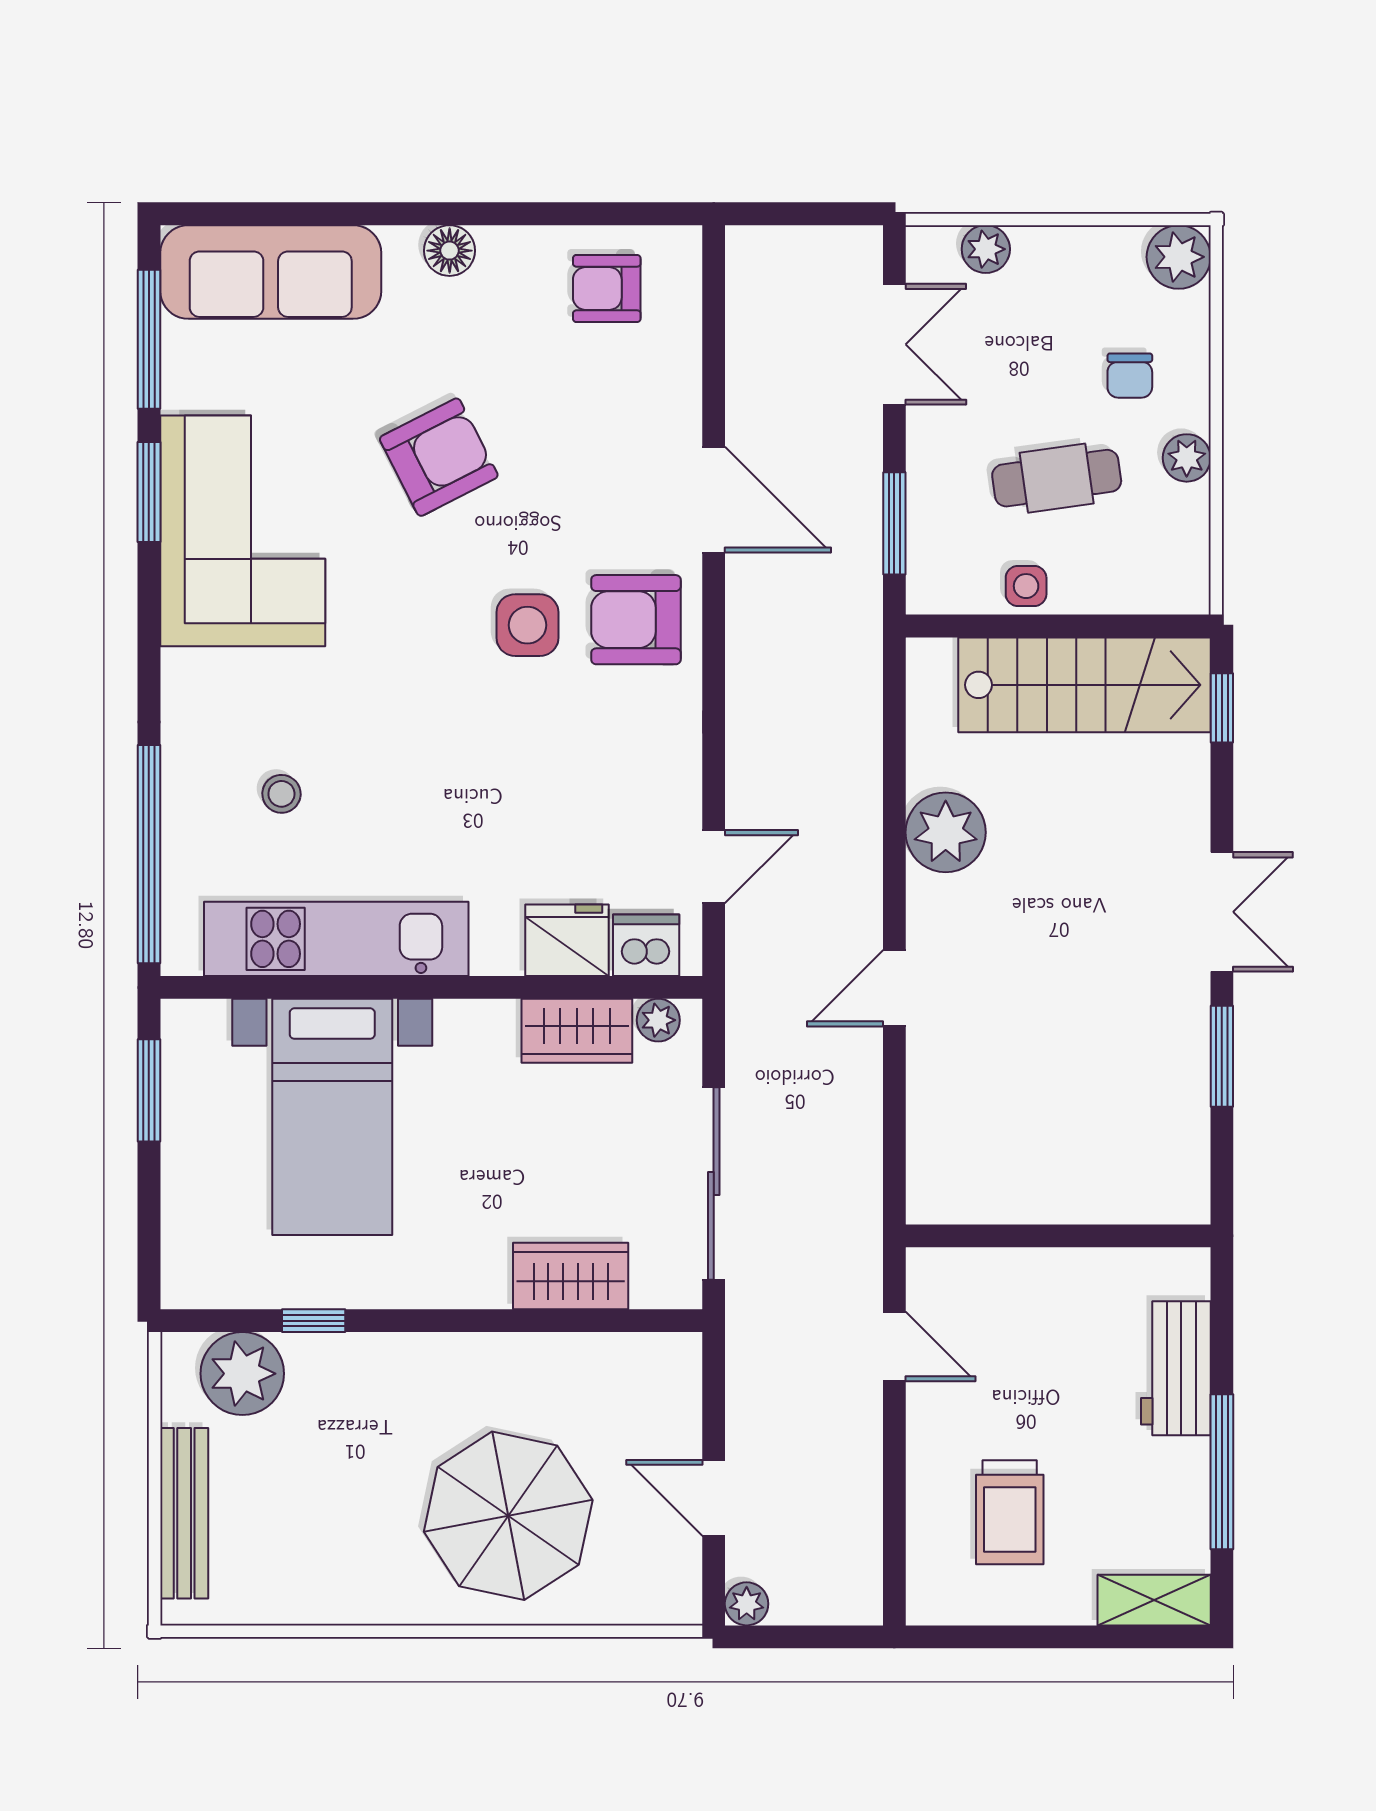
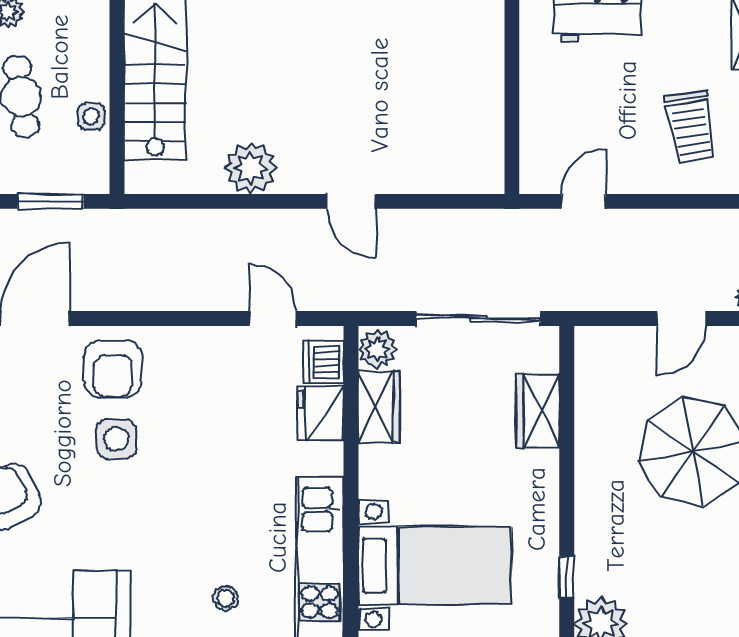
plant: (658, 1020) -> (377, 349), width x1.38, depth x1.38
trolley: (1010, 1512) -> (691, 127), turned 81

